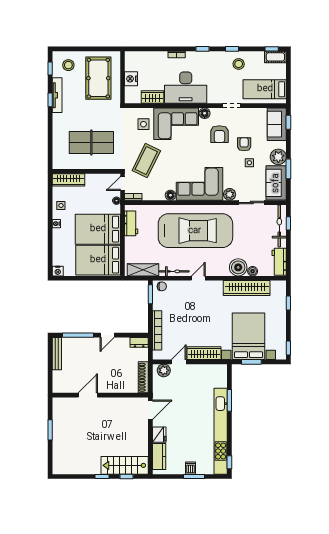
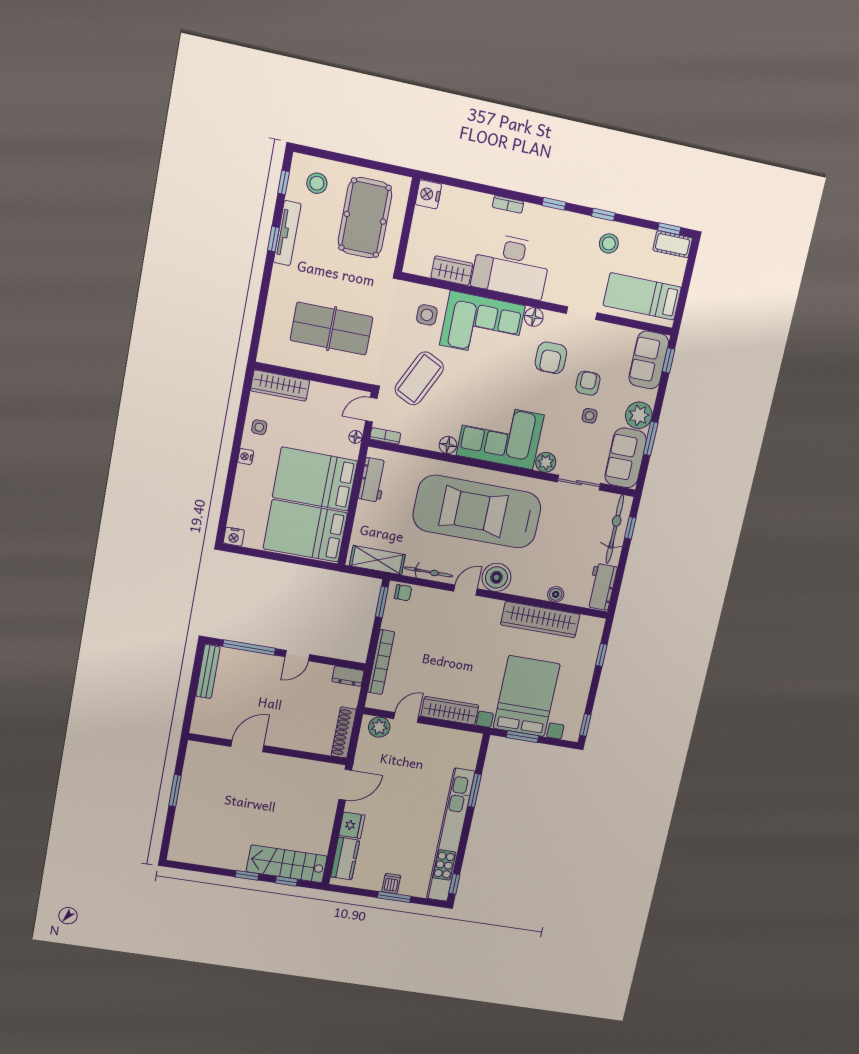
nightstand: (131, 79) -> (428, 194), moved
car: (195, 231) -> (477, 512), turned 180
boiler: (238, 267) -> (496, 577), moved

